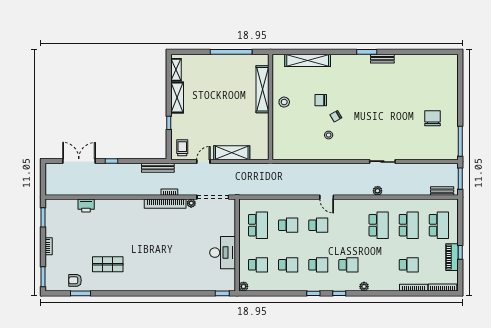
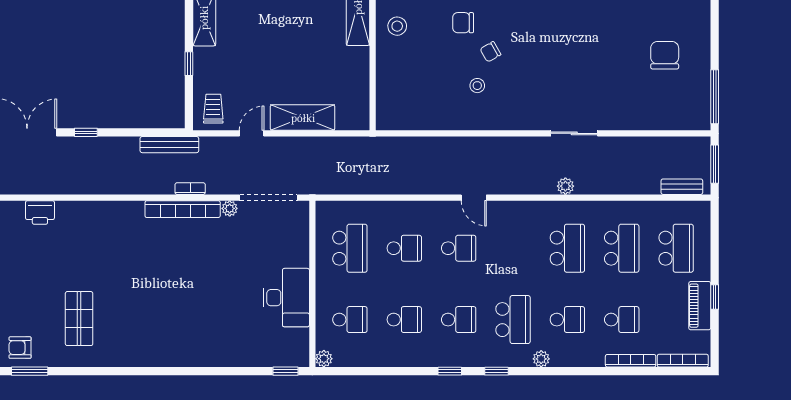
shop shelf: (108, 264) -> (79, 319), turned 90
school desk: (348, 265) -> (513, 320), width x1.85
school desk: (379, 265) -> (567, 320), added

